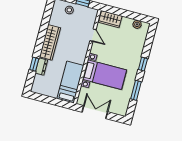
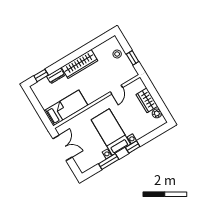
wardrobe: (110, 19) -> (147, 100), moved
window: (34, 64) -> (41, 75), moved
bed with nightstands: (104, 75) -> (111, 132), moved, turned 180

